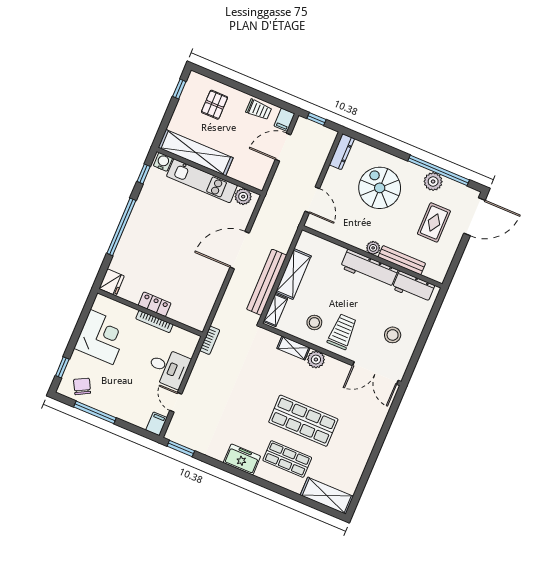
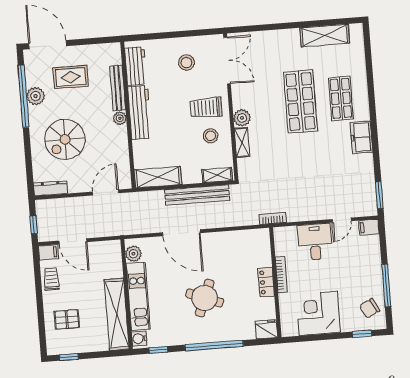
round table: (169, 241) -> (205, 298), added
shelving: (293, 274) -> (158, 177), moved
shelving: (327, 496) -> (325, 36), moved, turned 90

